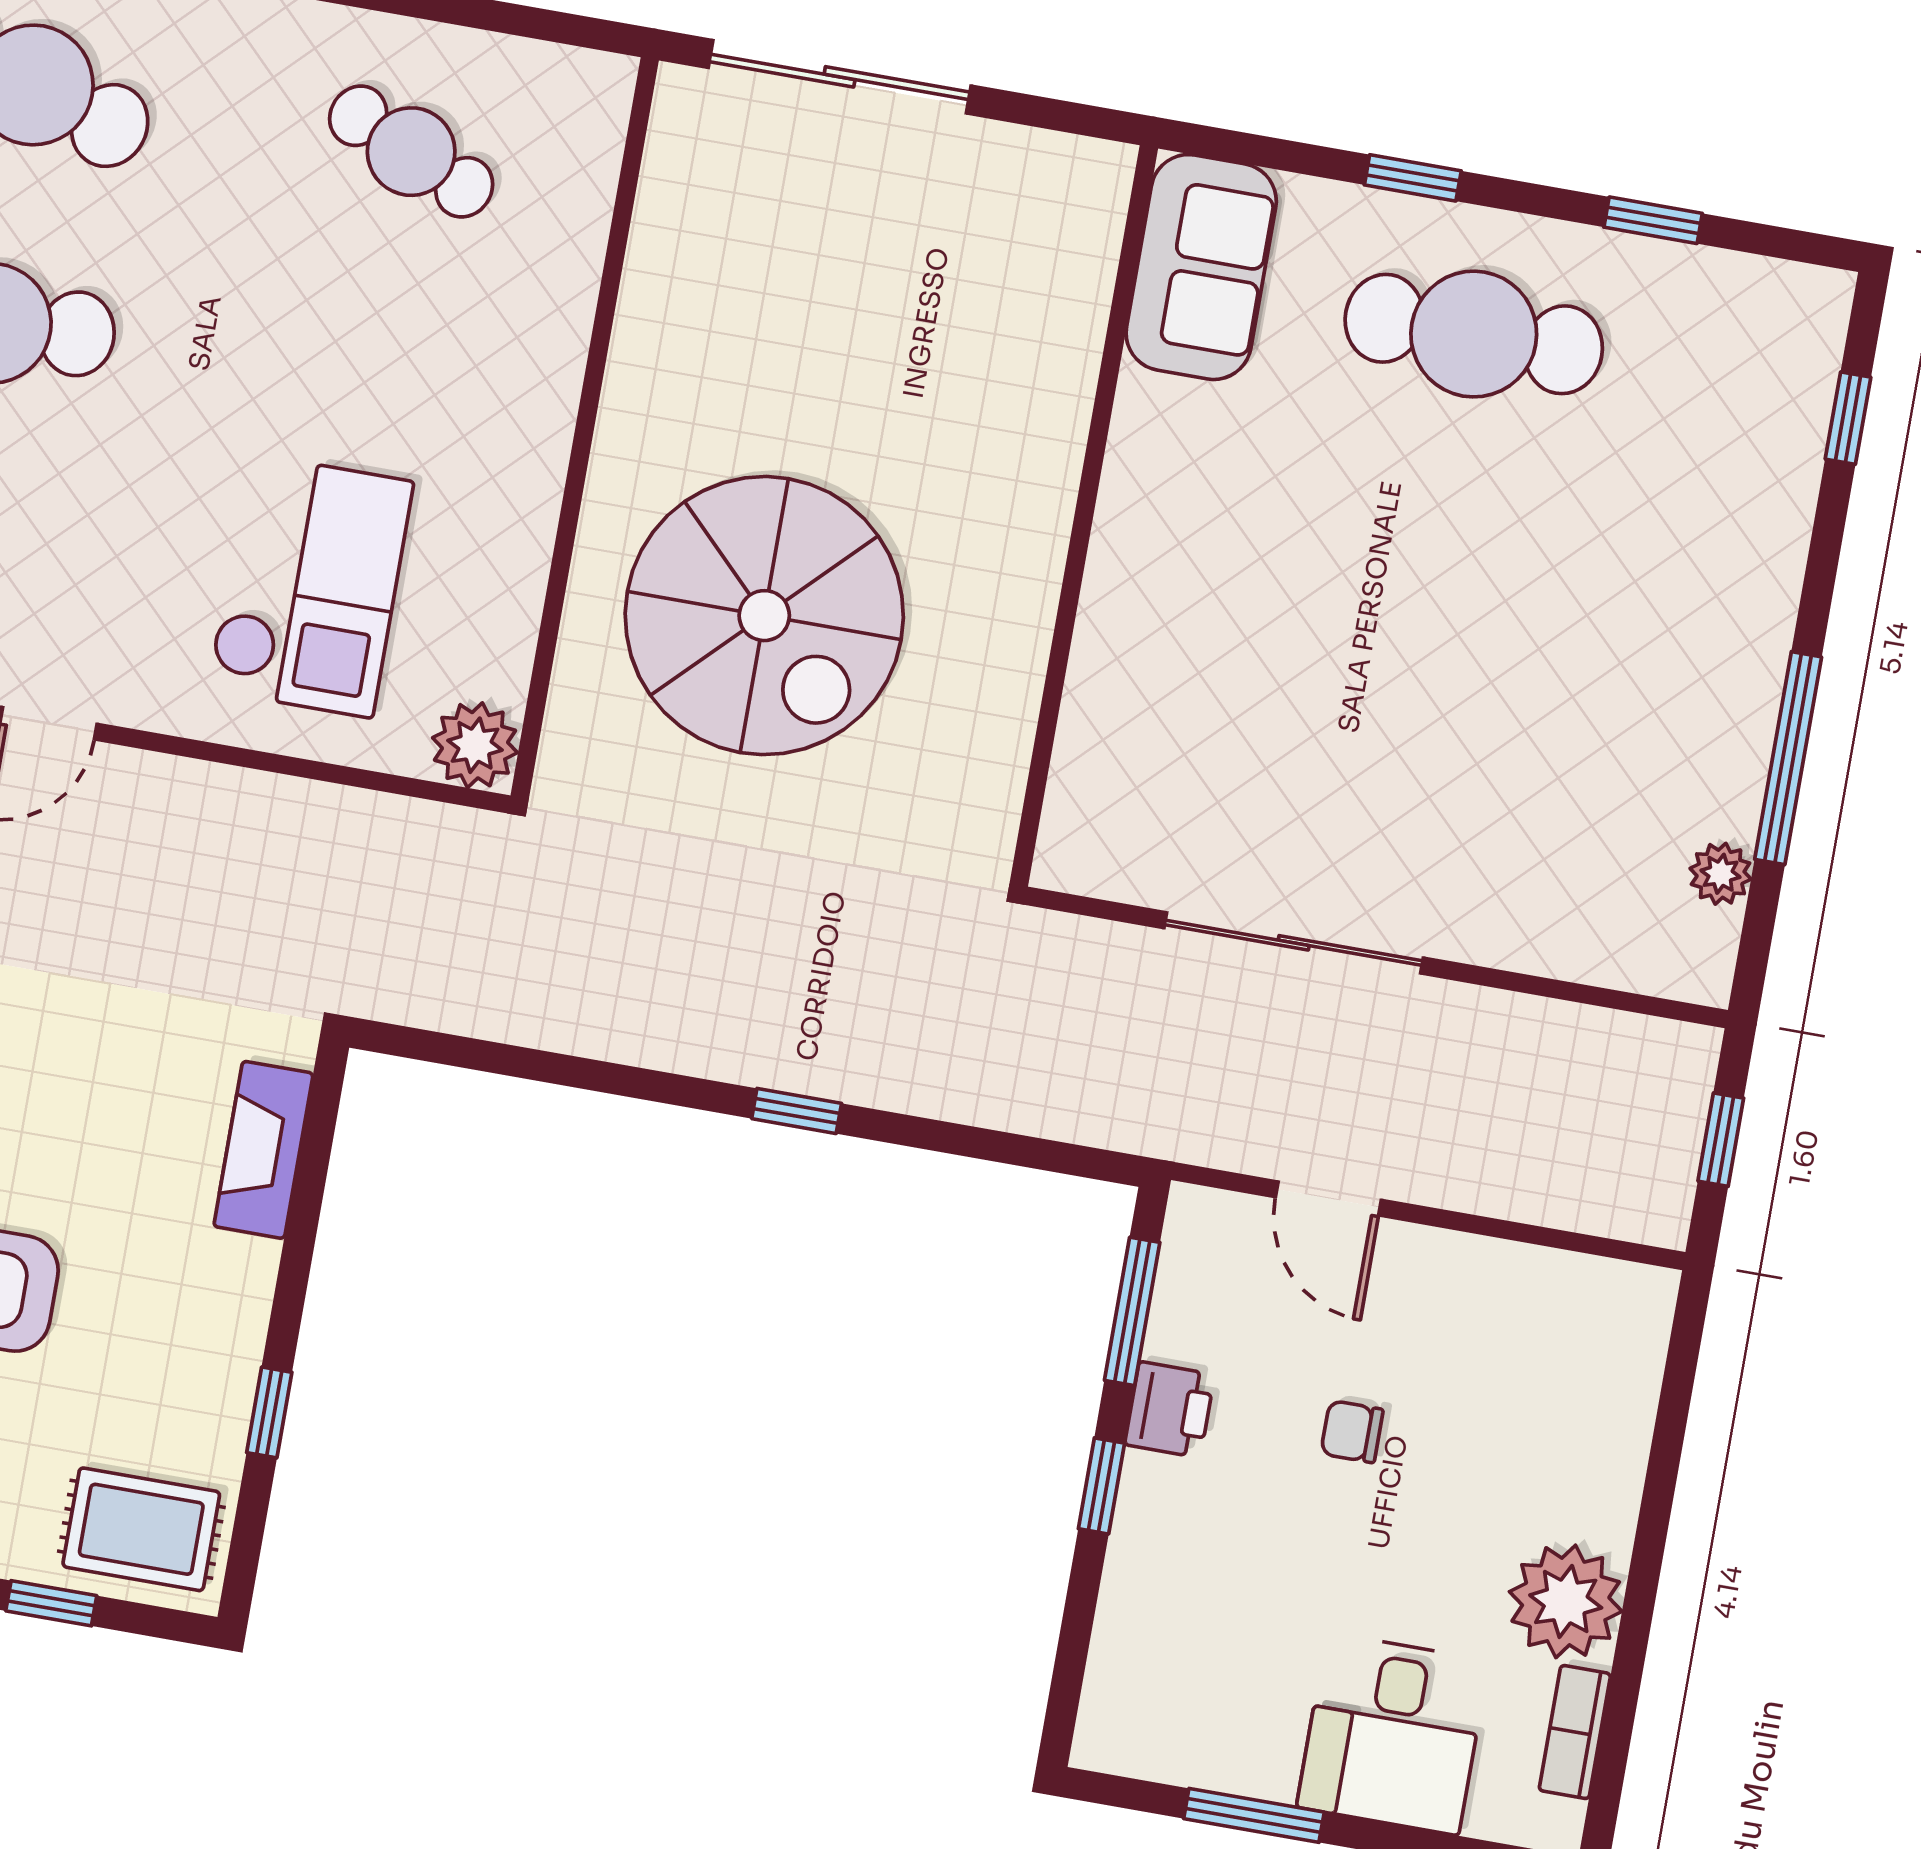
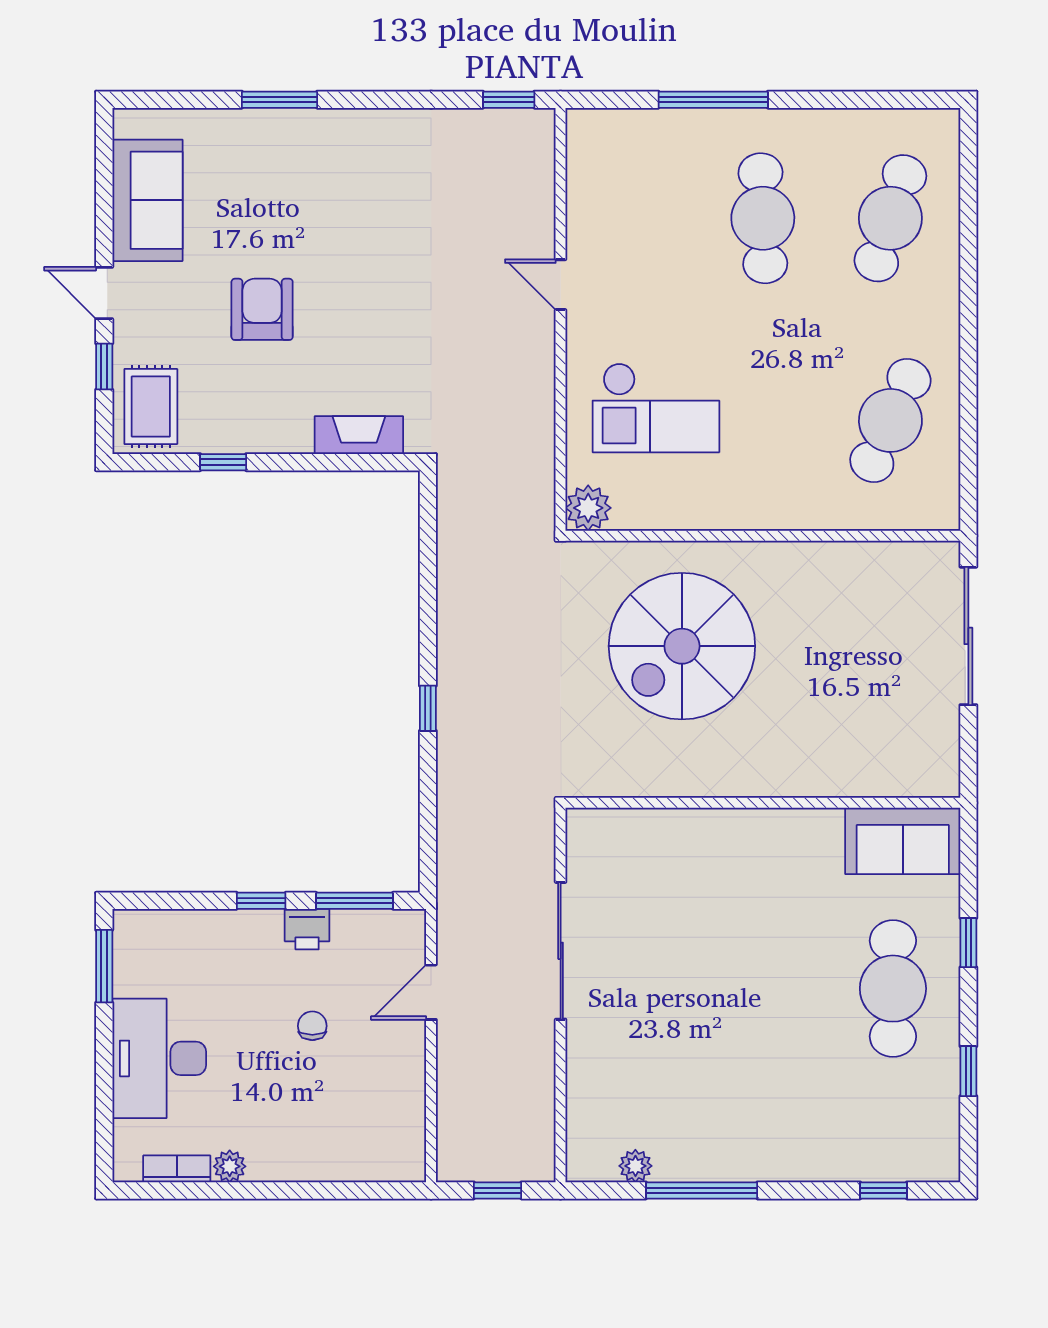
cafe table: (411, 152) -> (890, 420), width x1.37, depth x1.35
plant: (1566, 1601) -> (230, 1166), width x0.53, depth x0.53
desk: (1393, 1734) -> (159, 1058), width x1.37
window: (1254, 1815) -> (104, 966), moved

